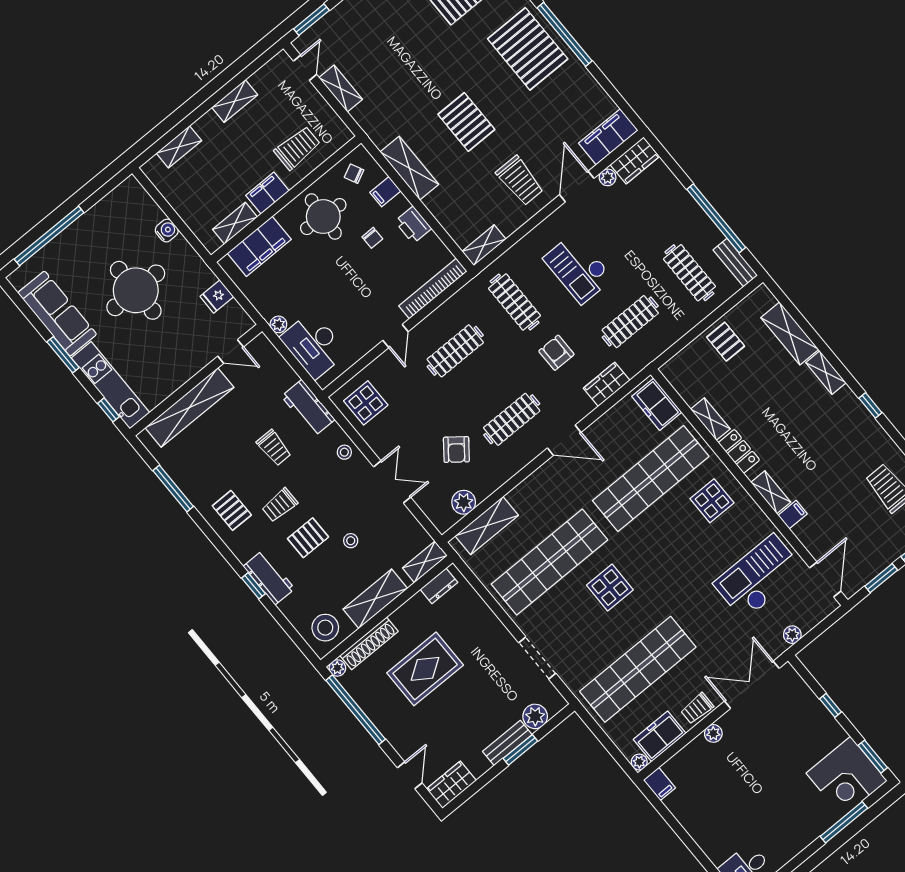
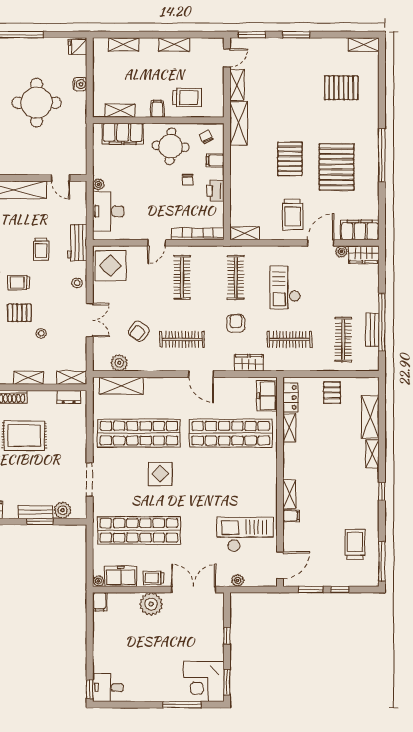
pallet: (528, 49) -> (337, 167), moved
shelving: (409, 168) -> (239, 123), moved
filing cabinet: (268, 193) -> (157, 109), width x0.50
bench: (735, 263) -> (372, 330), moved
fridge: (217, 297) -> (78, 47), moved
clothes rail: (455, 351) -> (182, 277), turned 90
display table: (366, 403) -> (111, 266), width x1.36, depth x1.36
locker: (739, 451) -> (290, 397), moved
display table: (712, 501) -> (254, 472), removed
shelving: (375, 599) -> (29, 378), width x0.67, depth x0.75
plant: (713, 733) -> (151, 604), width x1.88, depth x1.88

